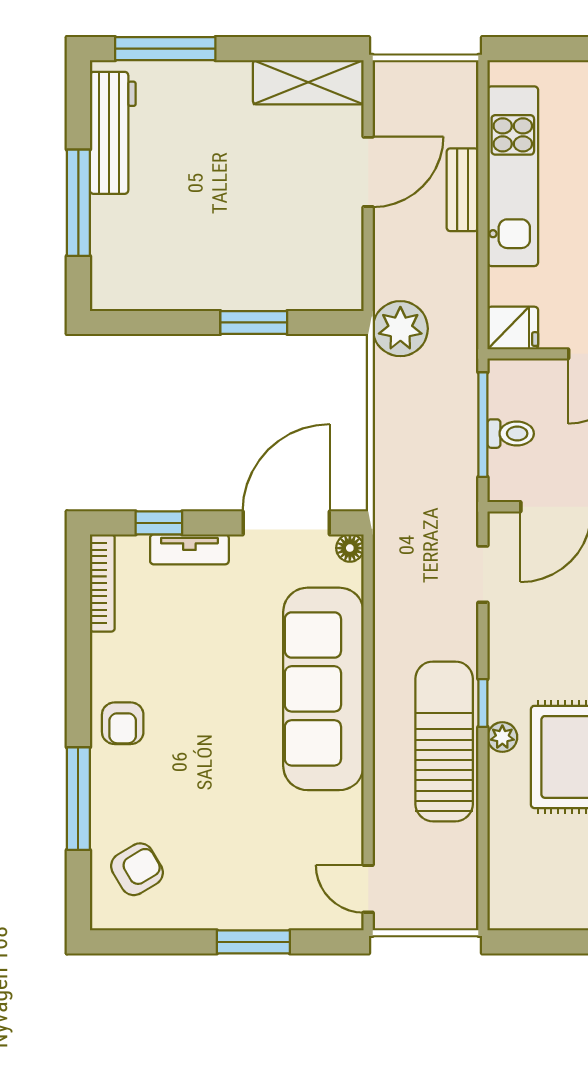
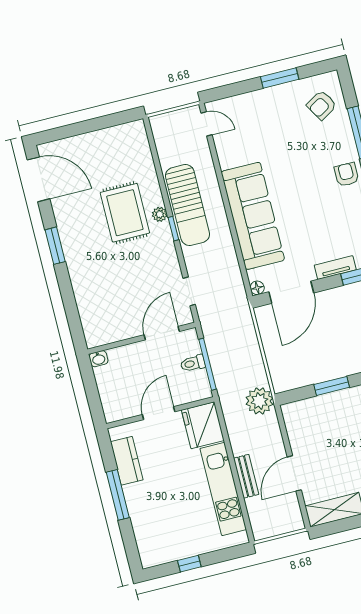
fridge: (513, 328) -> (203, 425), width x1.88, depth x1.34
window: (253, 942) -> (280, 78), moved

